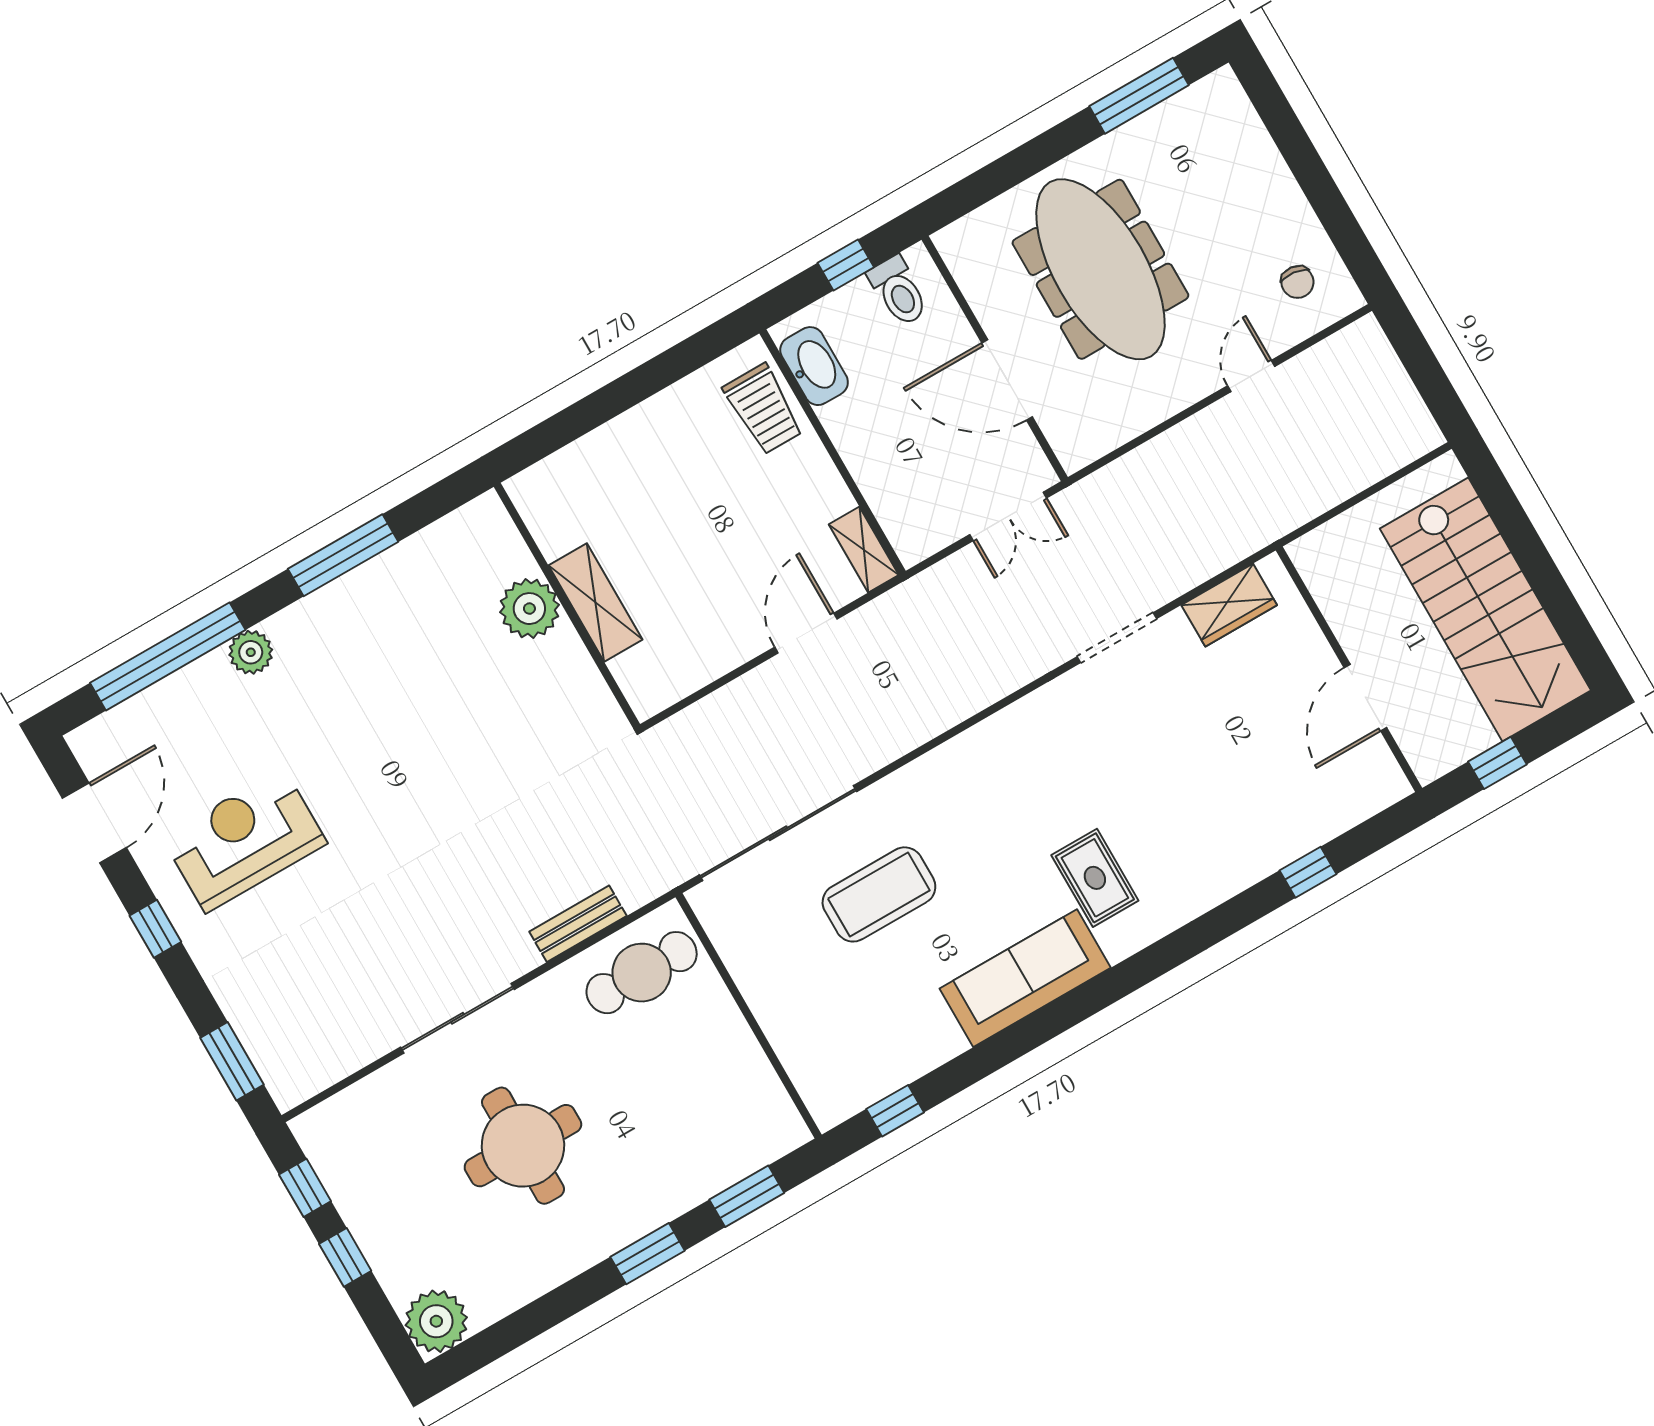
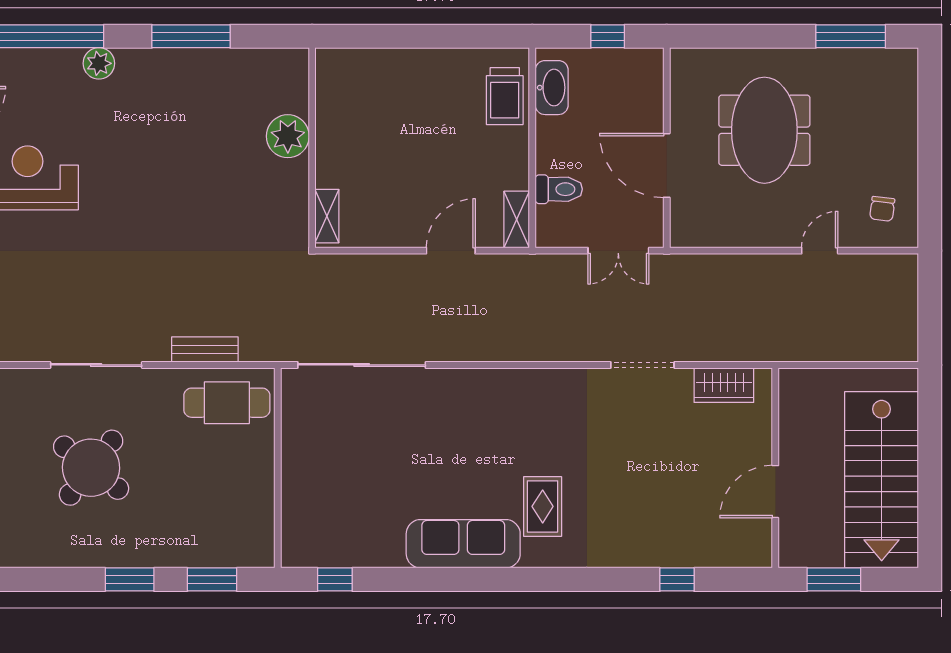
meeting table: (1100, 269) -> (764, 130), width x0.73
toilet: (898, 291) -> (559, 189), moved, turned -90
shelving: (595, 602) -> (327, 216), moved, width x0.67, depth x0.75
window: (1497, 763) -> (834, 579), width x1.50
coffee table: (879, 894) -> (402, 439), removed
round table: (523, 1146) -> (91, 468), turned 38

